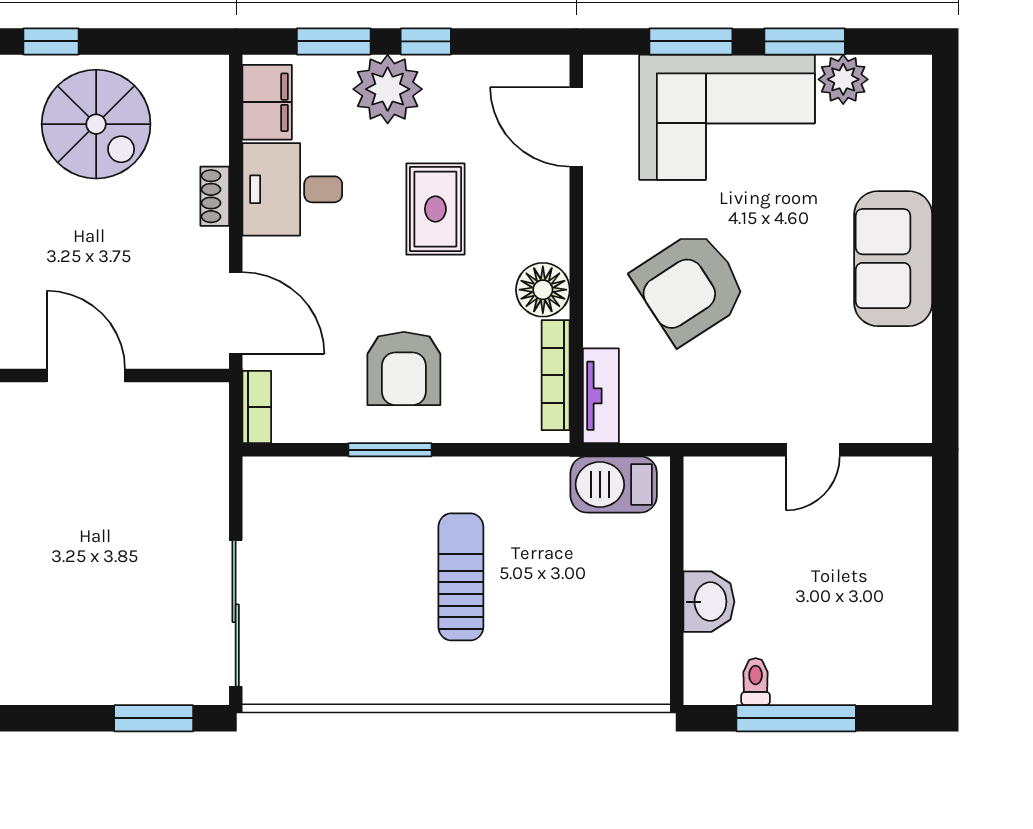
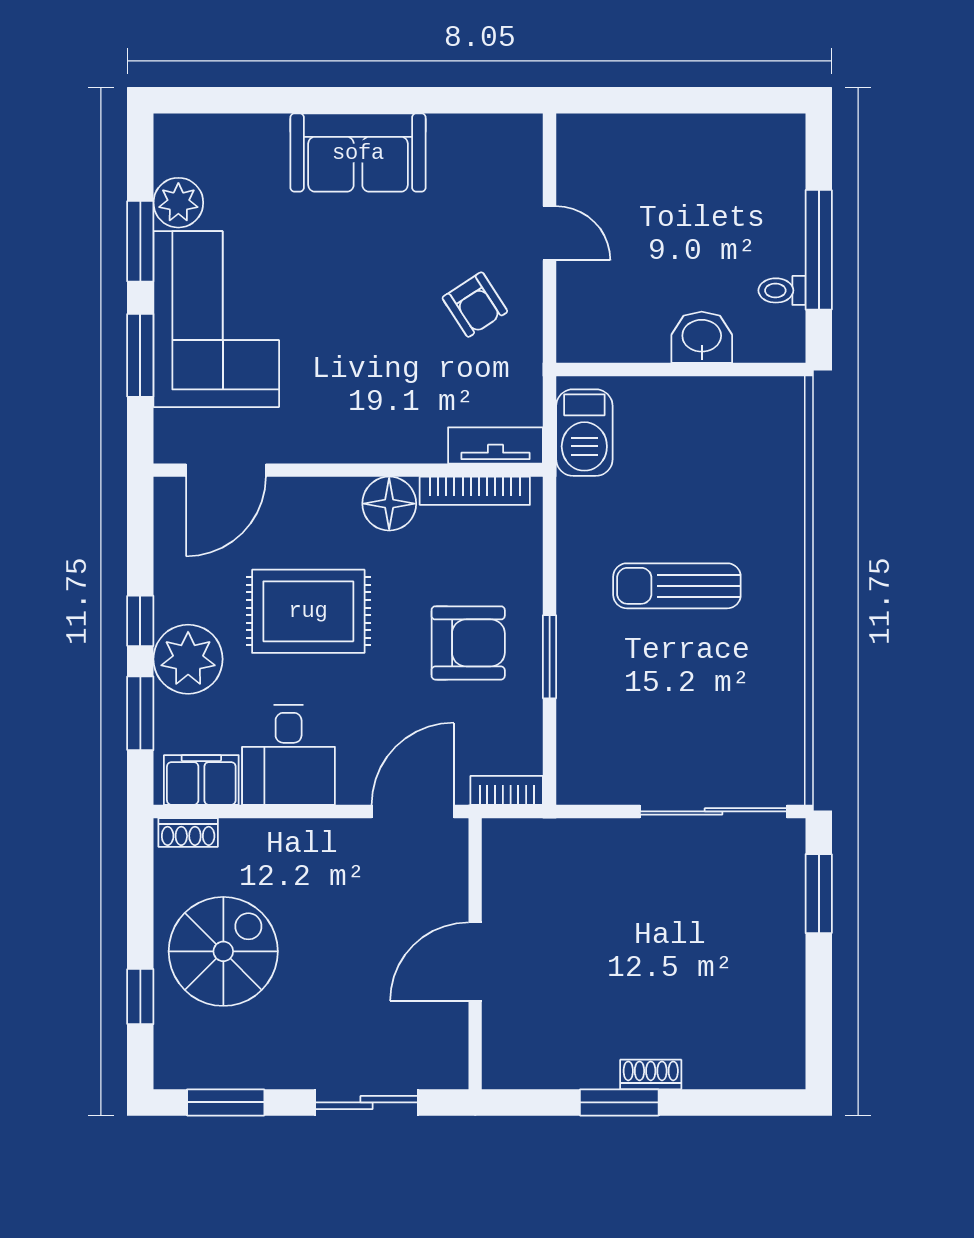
shoe rack: (215, 196) -> (188, 832), moved
rug: (435, 209) -> (308, 611), width x1.36, depth x1.43
armchair: (690, 287) -> (475, 305), moved, width x0.53, depth x0.53

